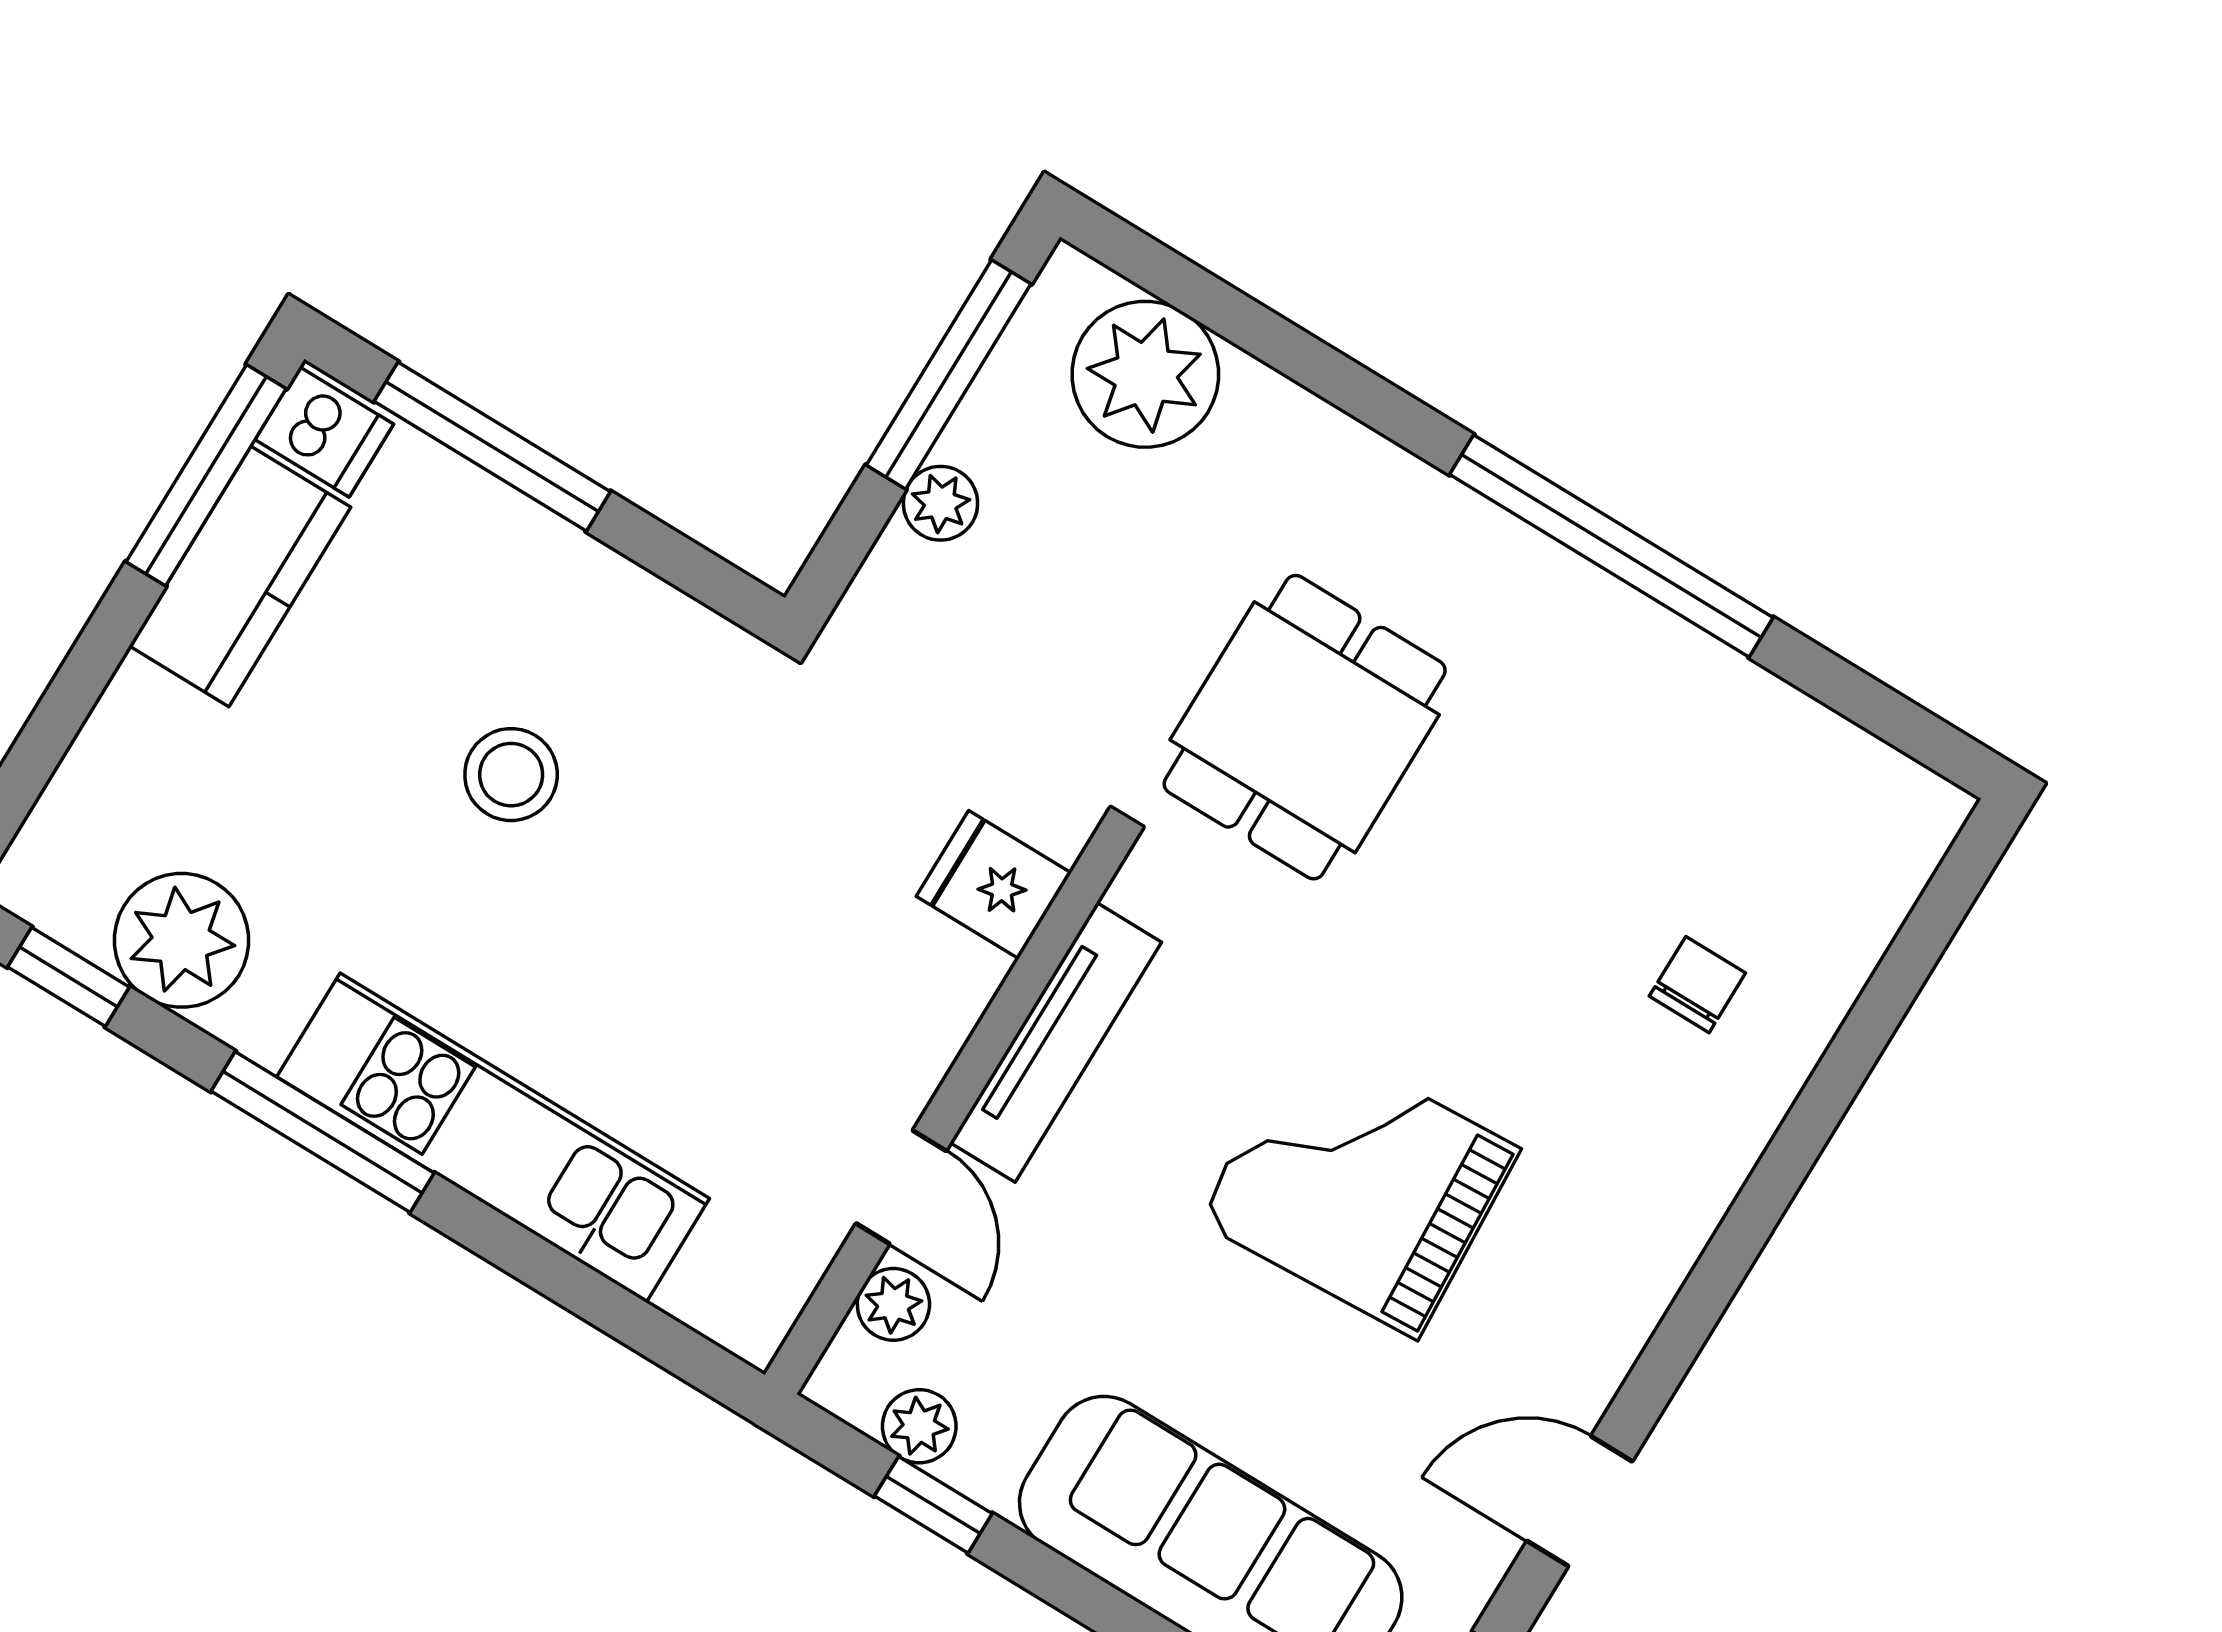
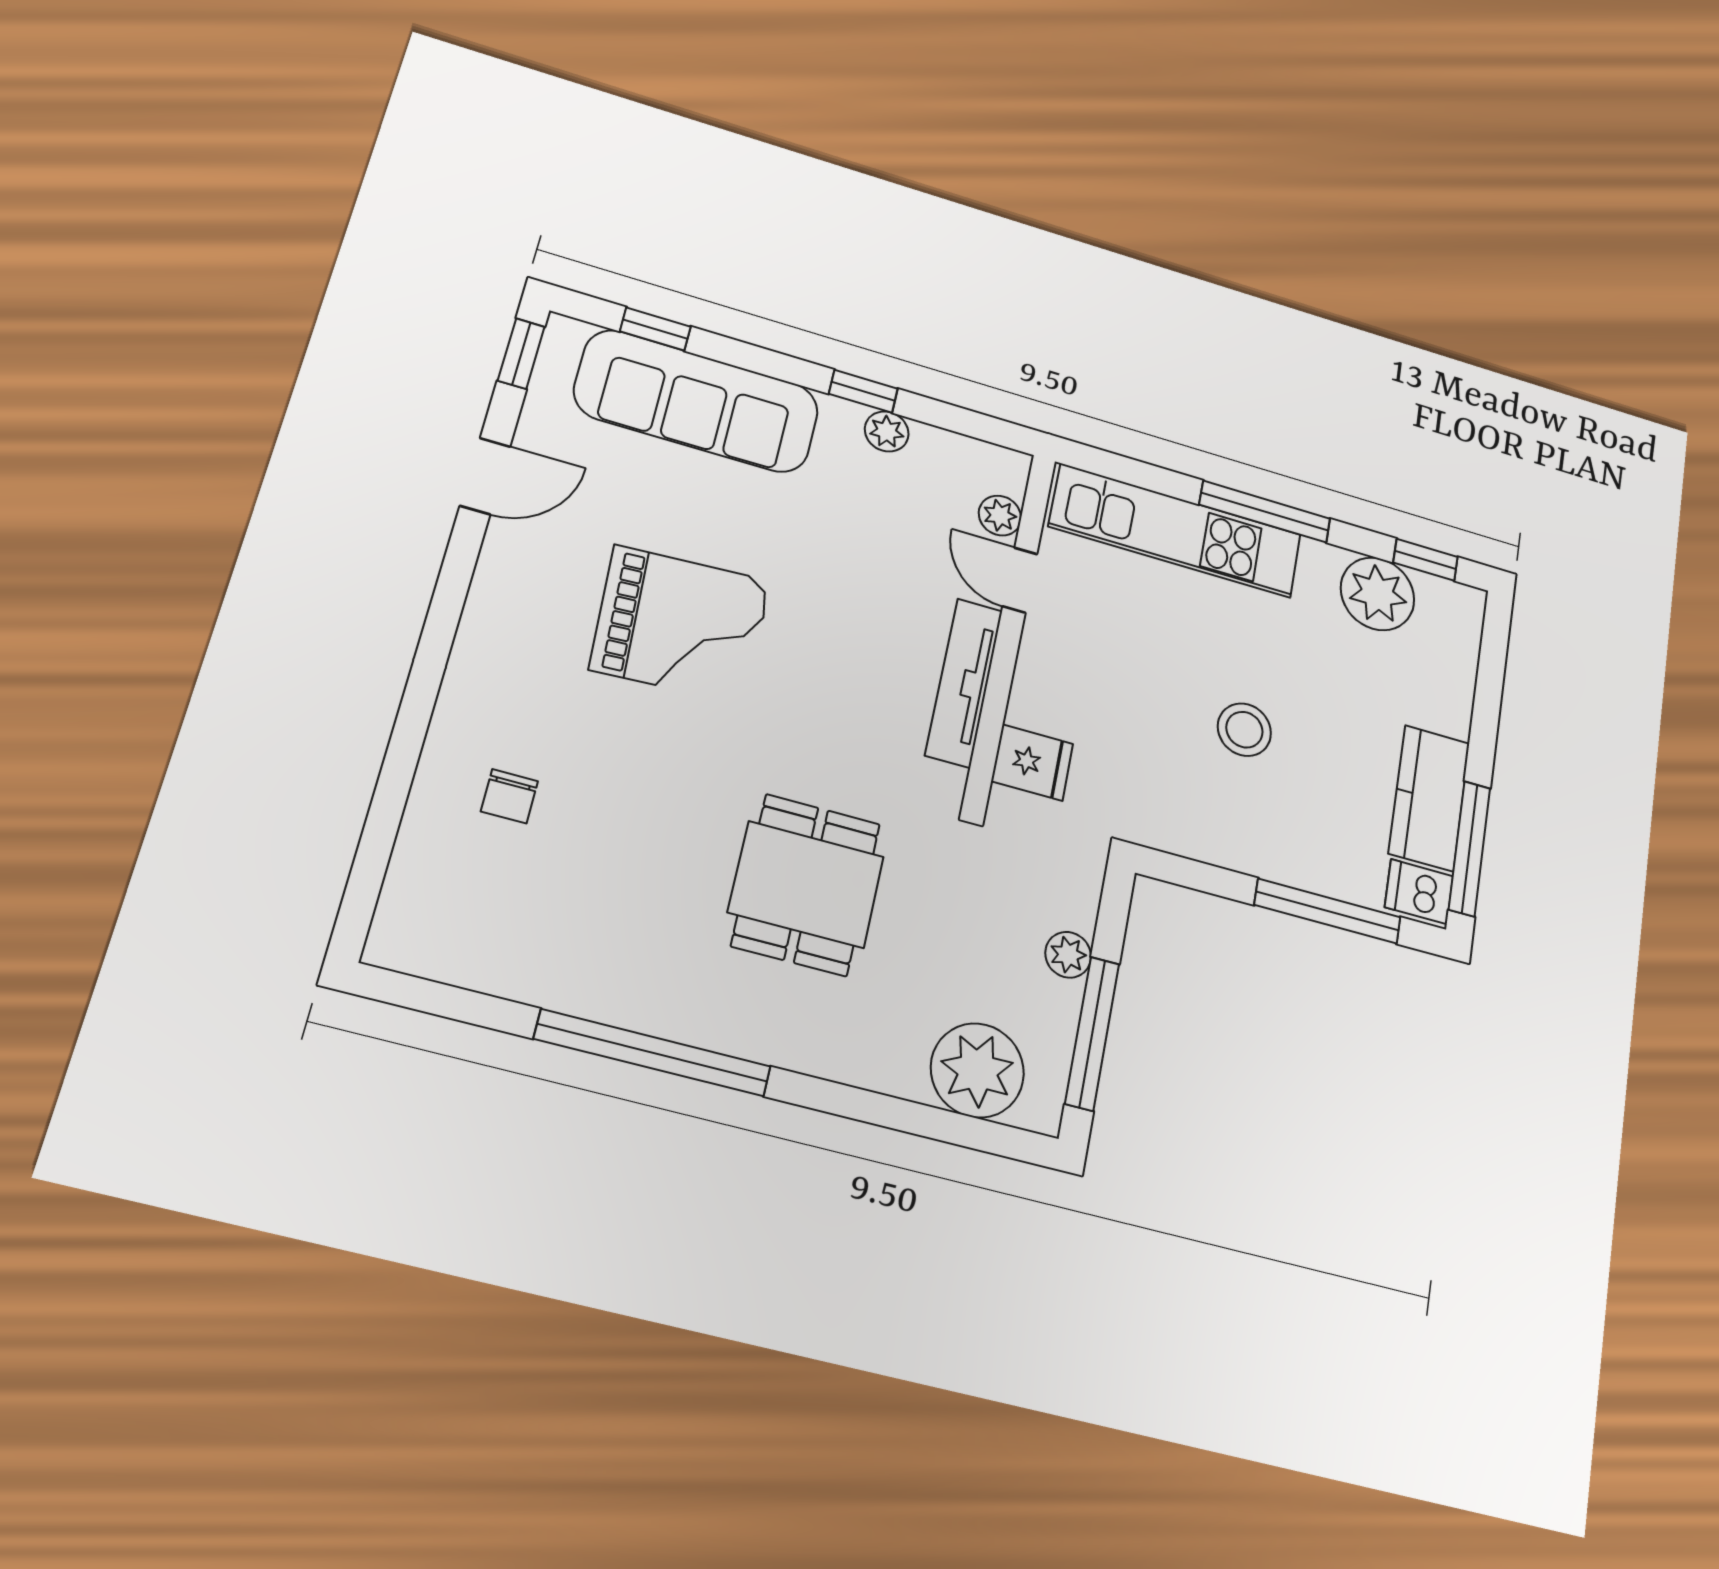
fridge: (994, 885) -> (1032, 763), moved
tv unit: (1056, 1042) -> (964, 683), moved
wall: (944, 1117) -> (1011, 625), moved
door: (901, 1187) -> (1020, 580), moved
plant: (893, 1304) -> (1000, 516), moved

